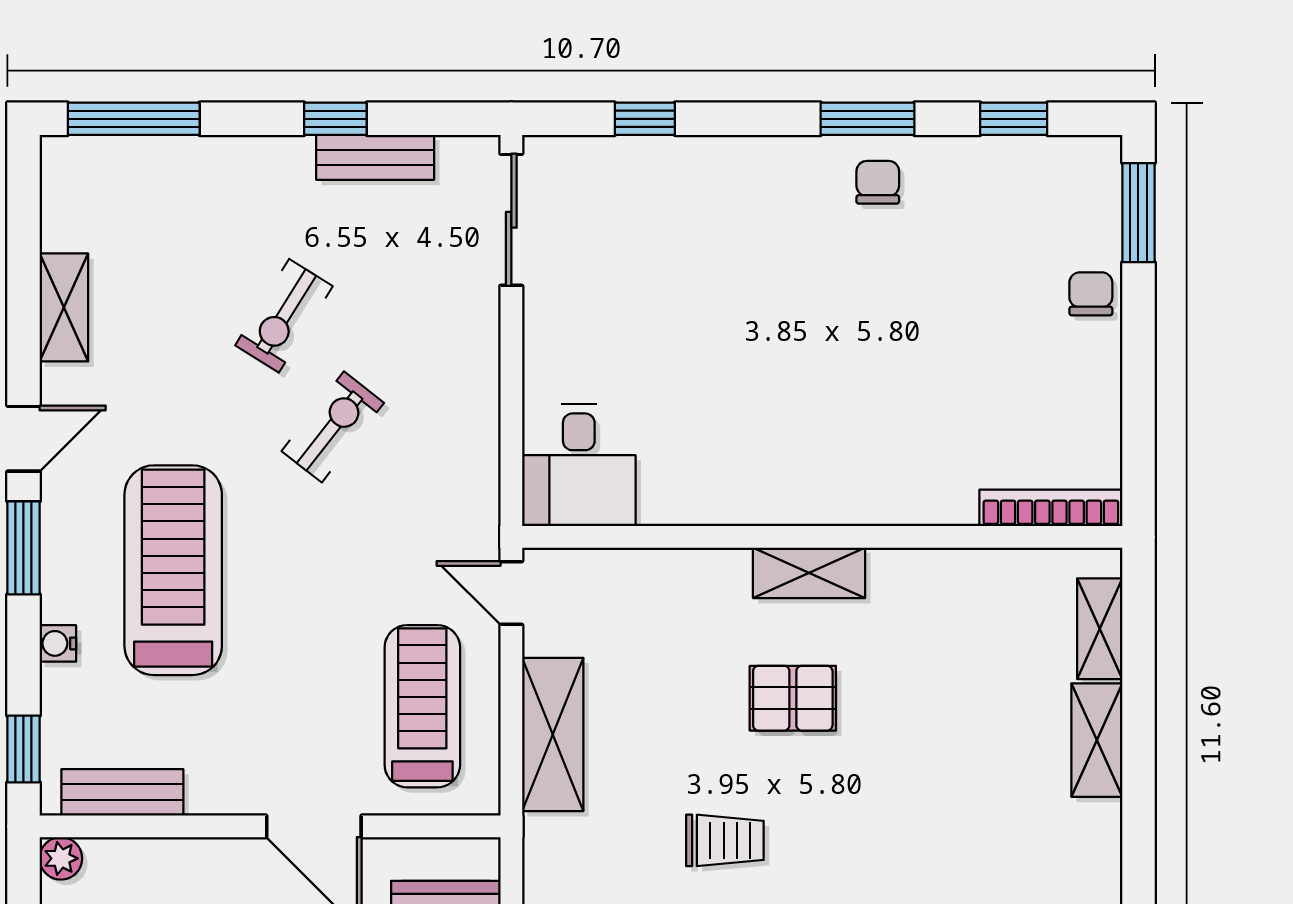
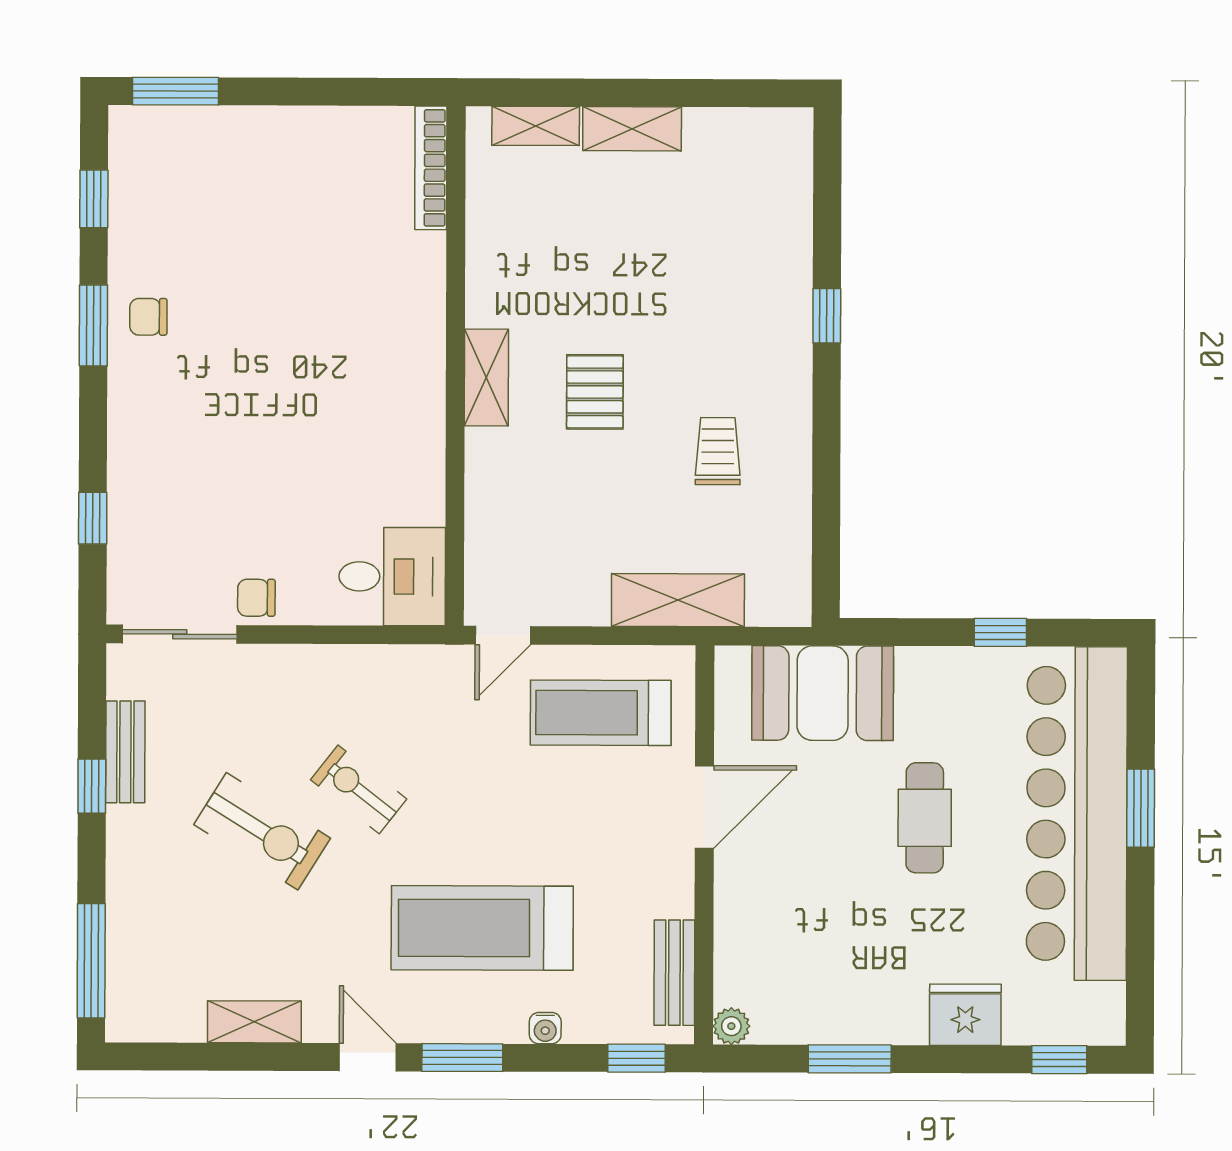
chair: (1091, 294) -> (256, 598), moved
exercise bike: (284, 316) -> (262, 831), width x1.38, depth x1.39
shelving: (553, 734) -> (678, 600), moved

